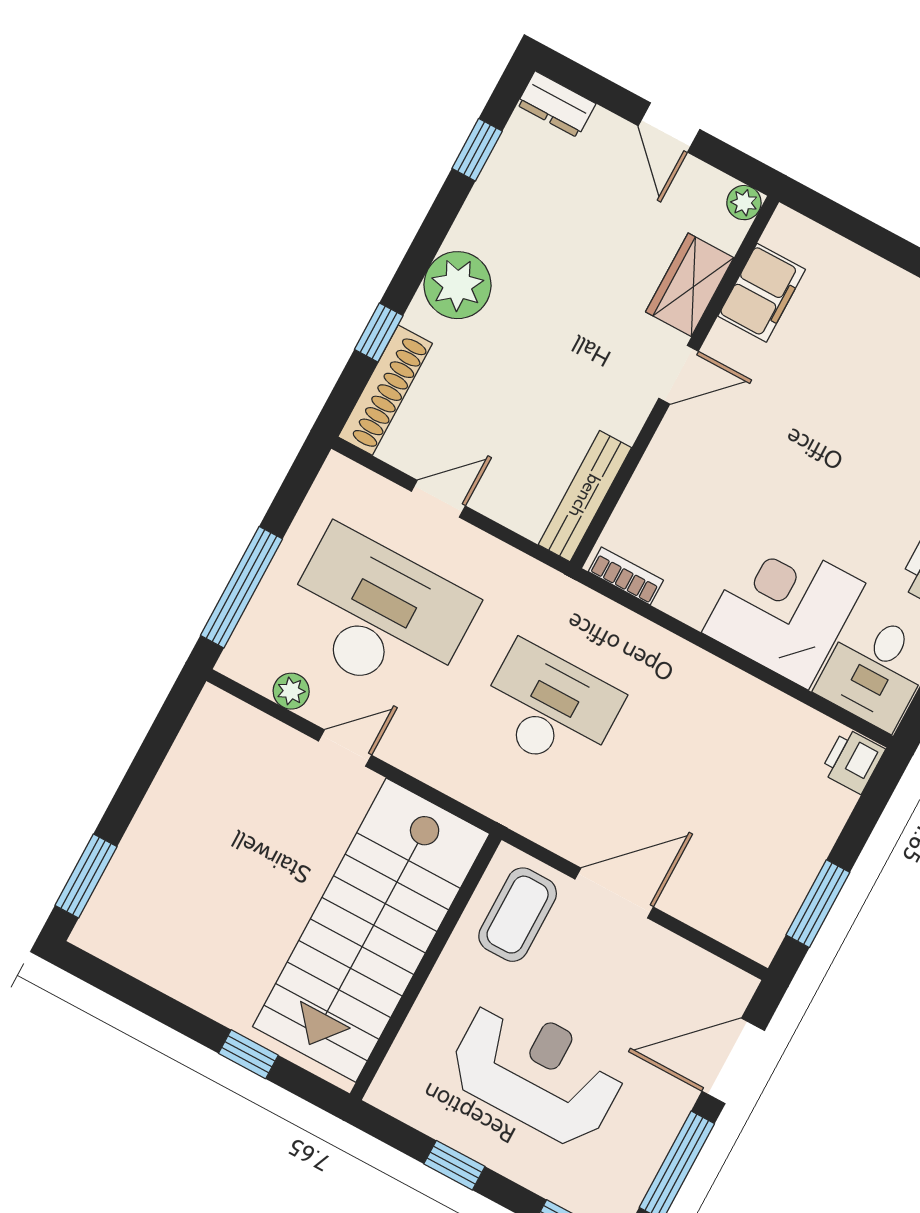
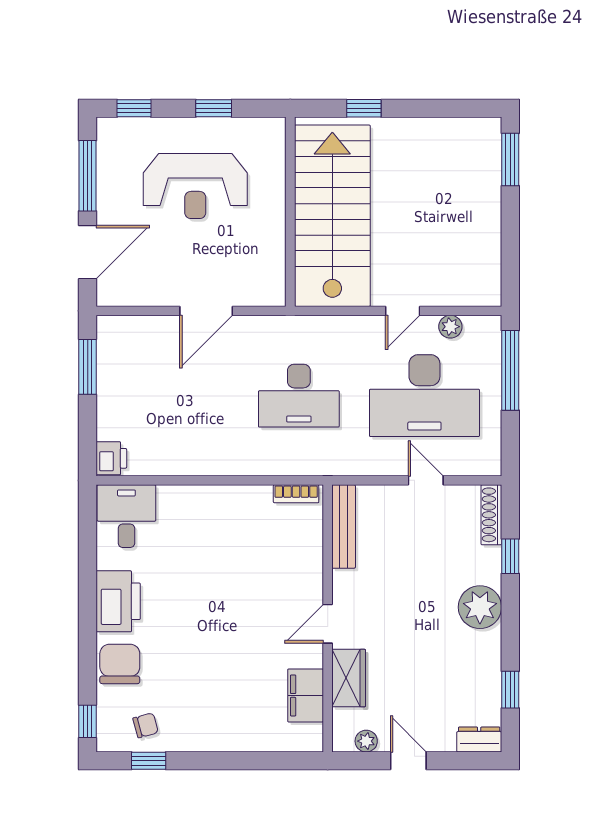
plant: (744, 203) -> (366, 741), moved
shoe rack: (385, 390) -> (491, 515), width x0.74, depth x0.81
door: (438, 499) -> (426, 480), swing flipped
corner desk: (784, 608) -> (197, 524), removed
coffee table: (518, 915) -> (254, 269), removed

